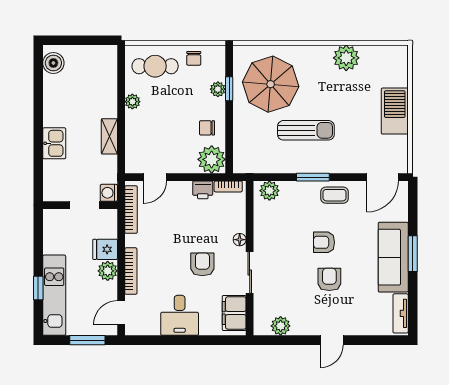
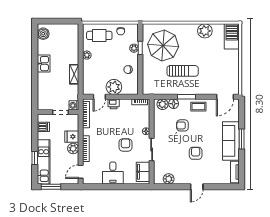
barbecue: (395, 111) -> (232, 36), moved
kitchen sink: (54, 143) -> (44, 64), moved
plant: (212, 159) -> (114, 87), moved
printer: (203, 190) -> (114, 104), moved
floor lamp: (290, 190) -> (174, 104), added
dishwasher: (54, 232) -> (43, 127), added
armchair: (324, 242) -> (182, 125), moved
window: (87, 340) -> (51, 187), moved

